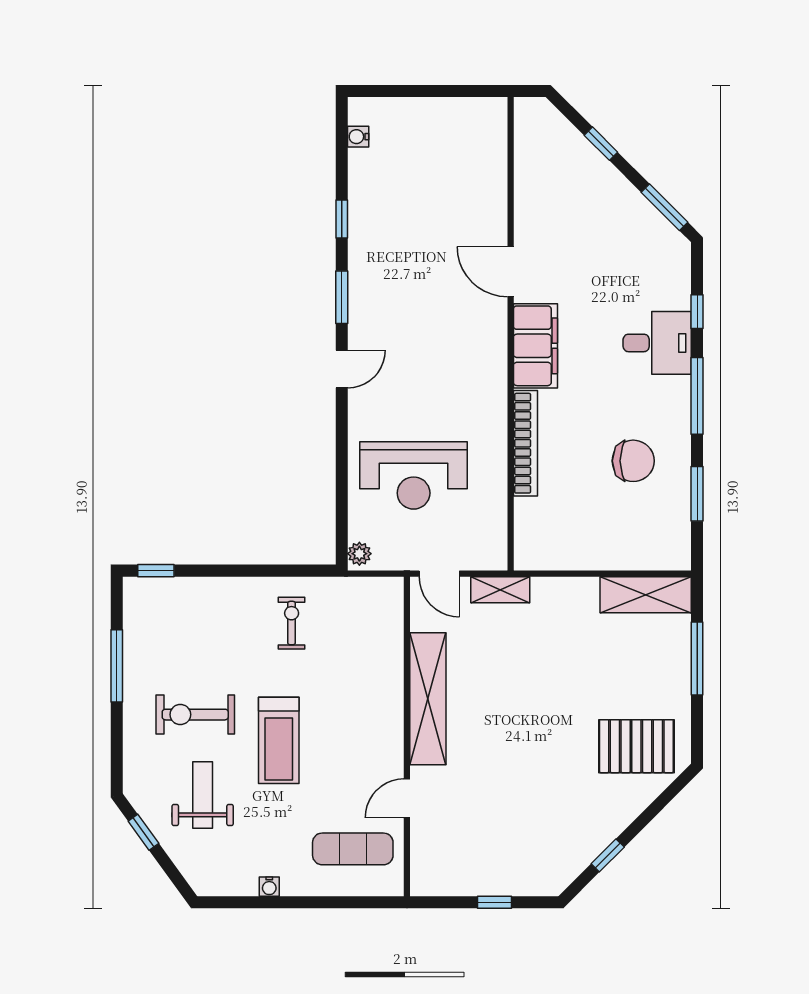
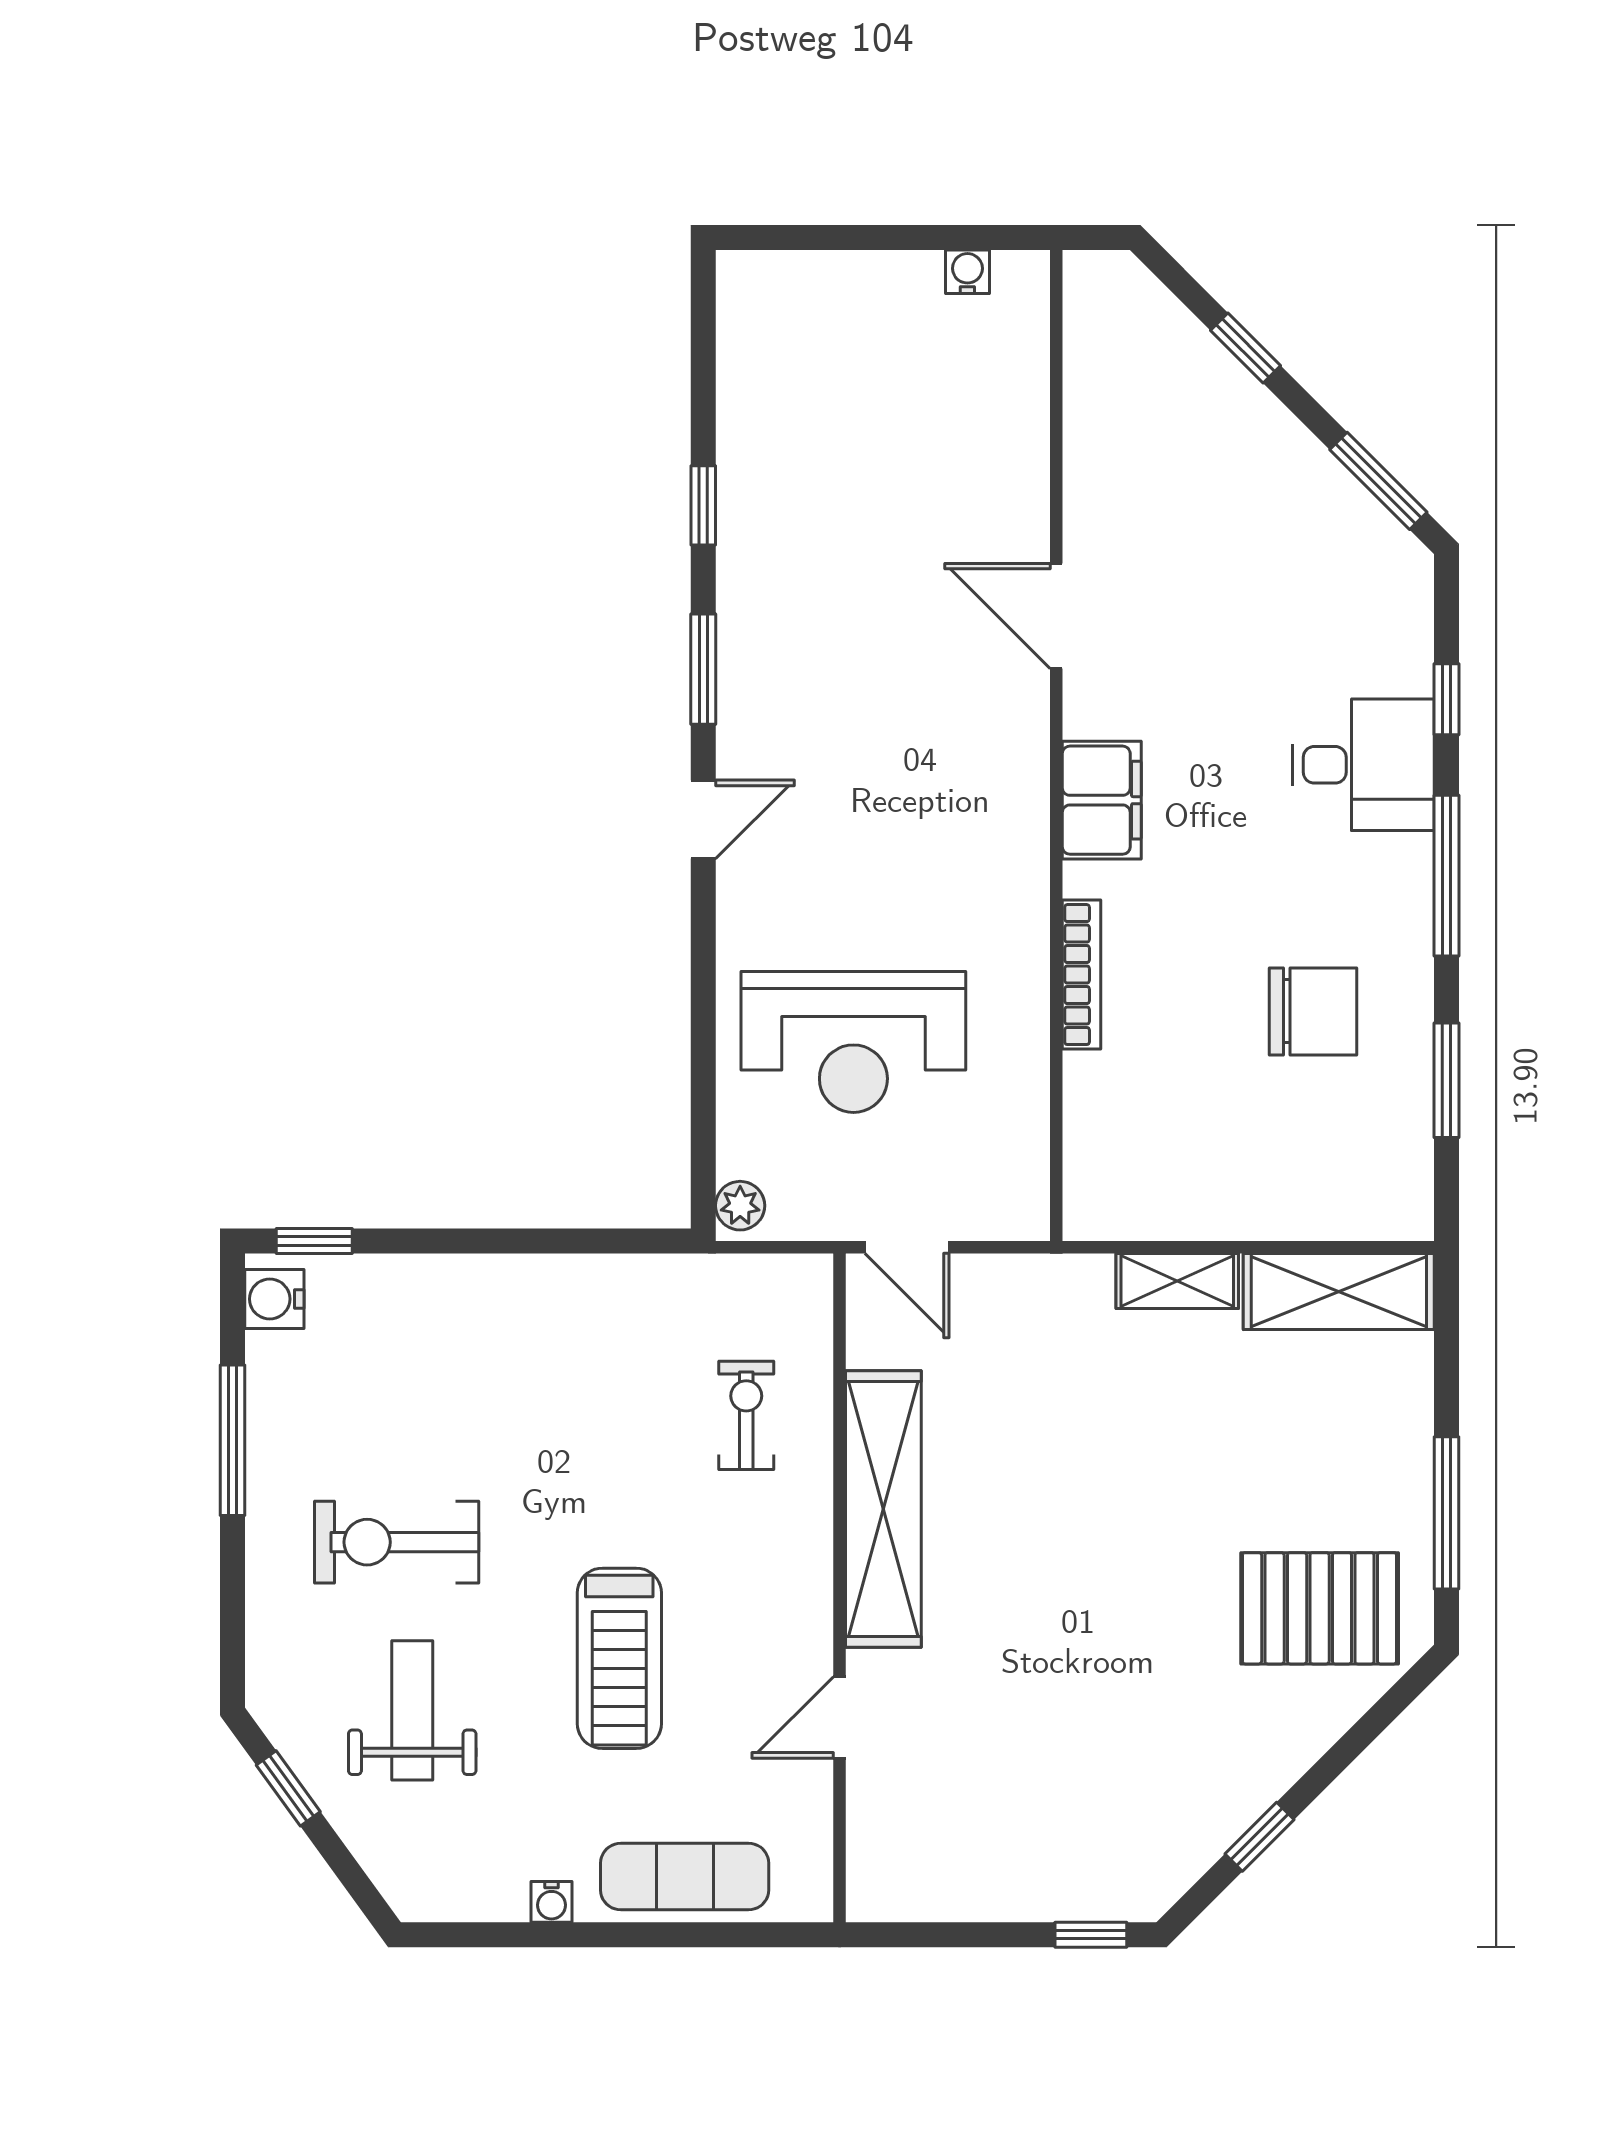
water cooler: (358, 137) -> (967, 272), moved, turned 90
filing cabinet: (535, 346) -> (1102, 800), width x0.67, depth x0.86
bookcase: (525, 443) -> (1082, 975), width x0.68, depth x0.76
shelving: (500, 590) -> (1177, 1281), moved
water cooler: (137, 598) -> (274, 1299), added
exercise bike: (292, 623) -> (746, 1415), moved
window: (697, 658) -> (1447, 1513), moved
treadmill: (279, 740) -> (619, 1658), moved
exercise mat: (353, 849) -> (685, 1877), moved
window: (495, 902) -> (1091, 1935), moved

